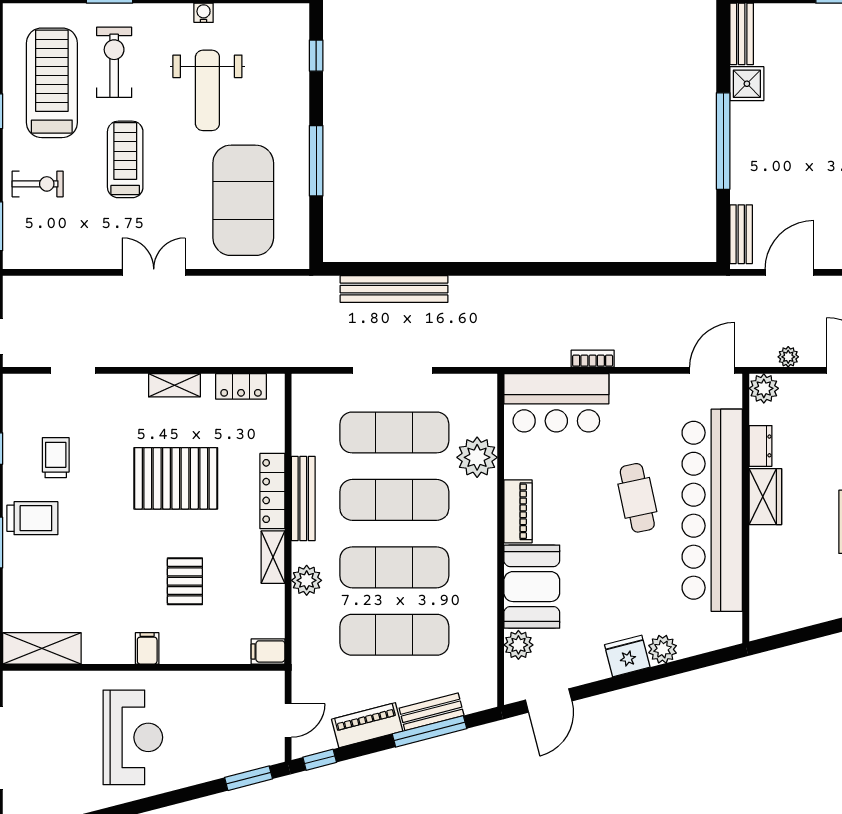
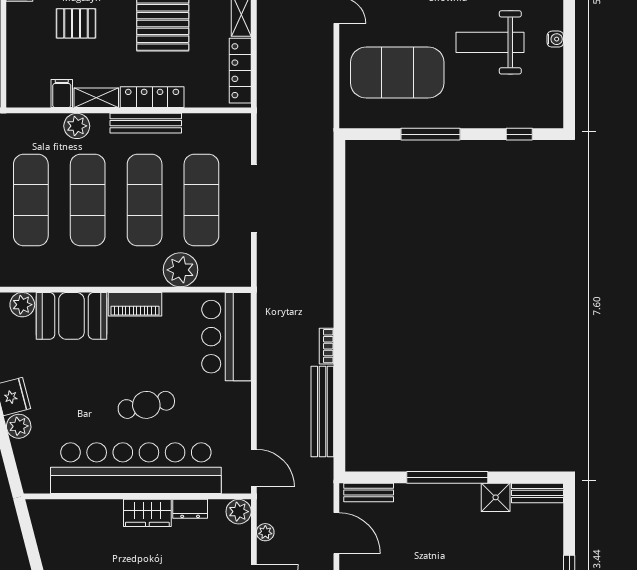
bench: (394, 289) -> (322, 411), moved
bookcase: (593, 359) -> (326, 346), moved, turned 180
locker: (241, 386) -> (240, 71), width x1.53
filing cabinet: (268, 651) -> (62, 93), moved

